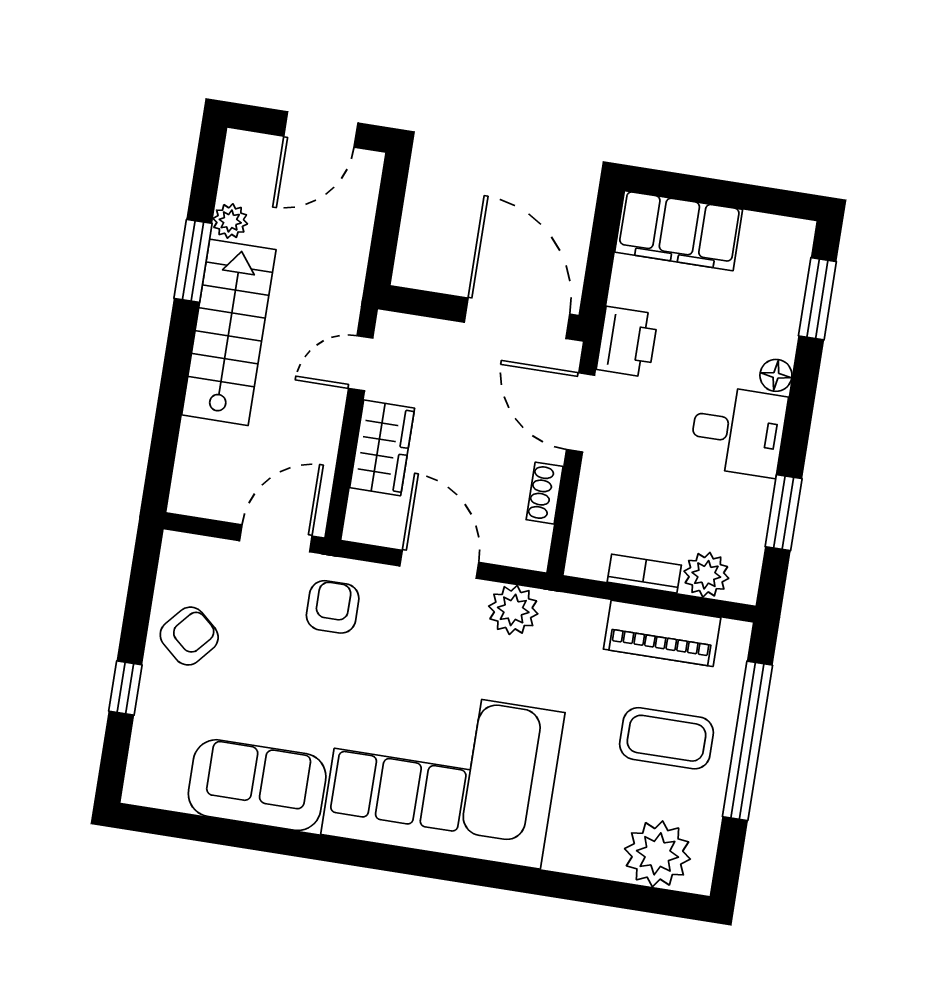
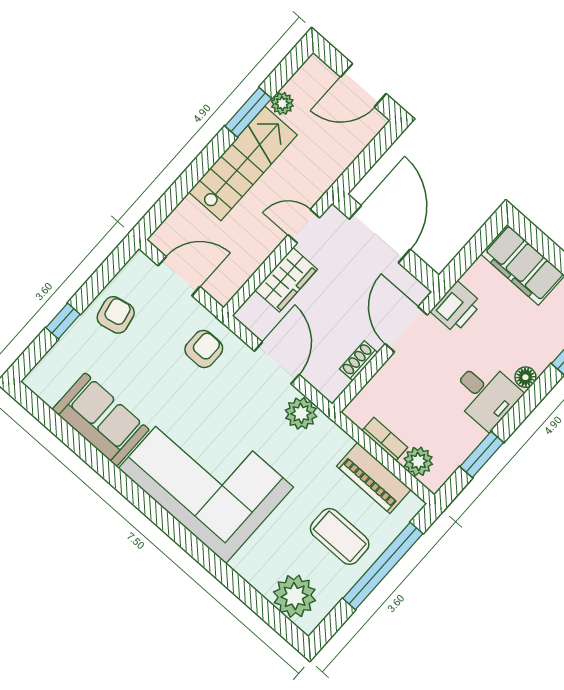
door: (517, 318) -> (380, 234), moved
door: (276, 538) -> (179, 276), moved
armchair: (189, 636) -> (116, 315), turned -53

